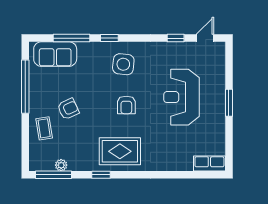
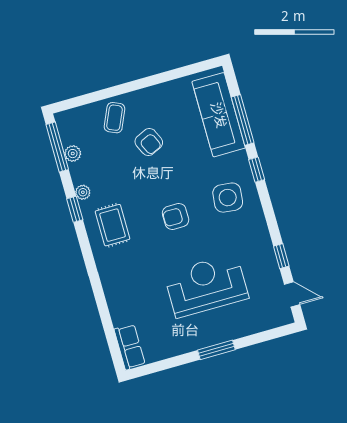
sofa: (55, 54) -> (219, 115), width x1.36
window: (25, 87) -> (162, 78), removed
coffee table: (44, 128) -> (115, 118), turned -57
rug: (120, 151) -> (113, 225), width x0.73, depth x0.70
plant: (91, 166) -> (83, 192), added

